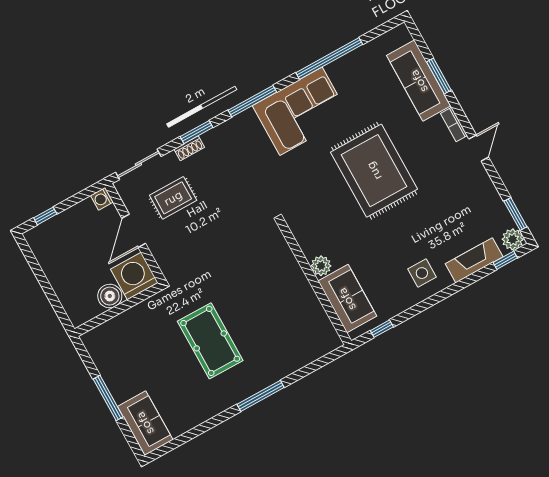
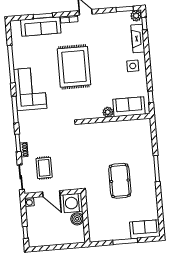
rug: (374, 171) -> (74, 67), turned 90
pool table: (210, 341) -> (120, 181), turned 90

